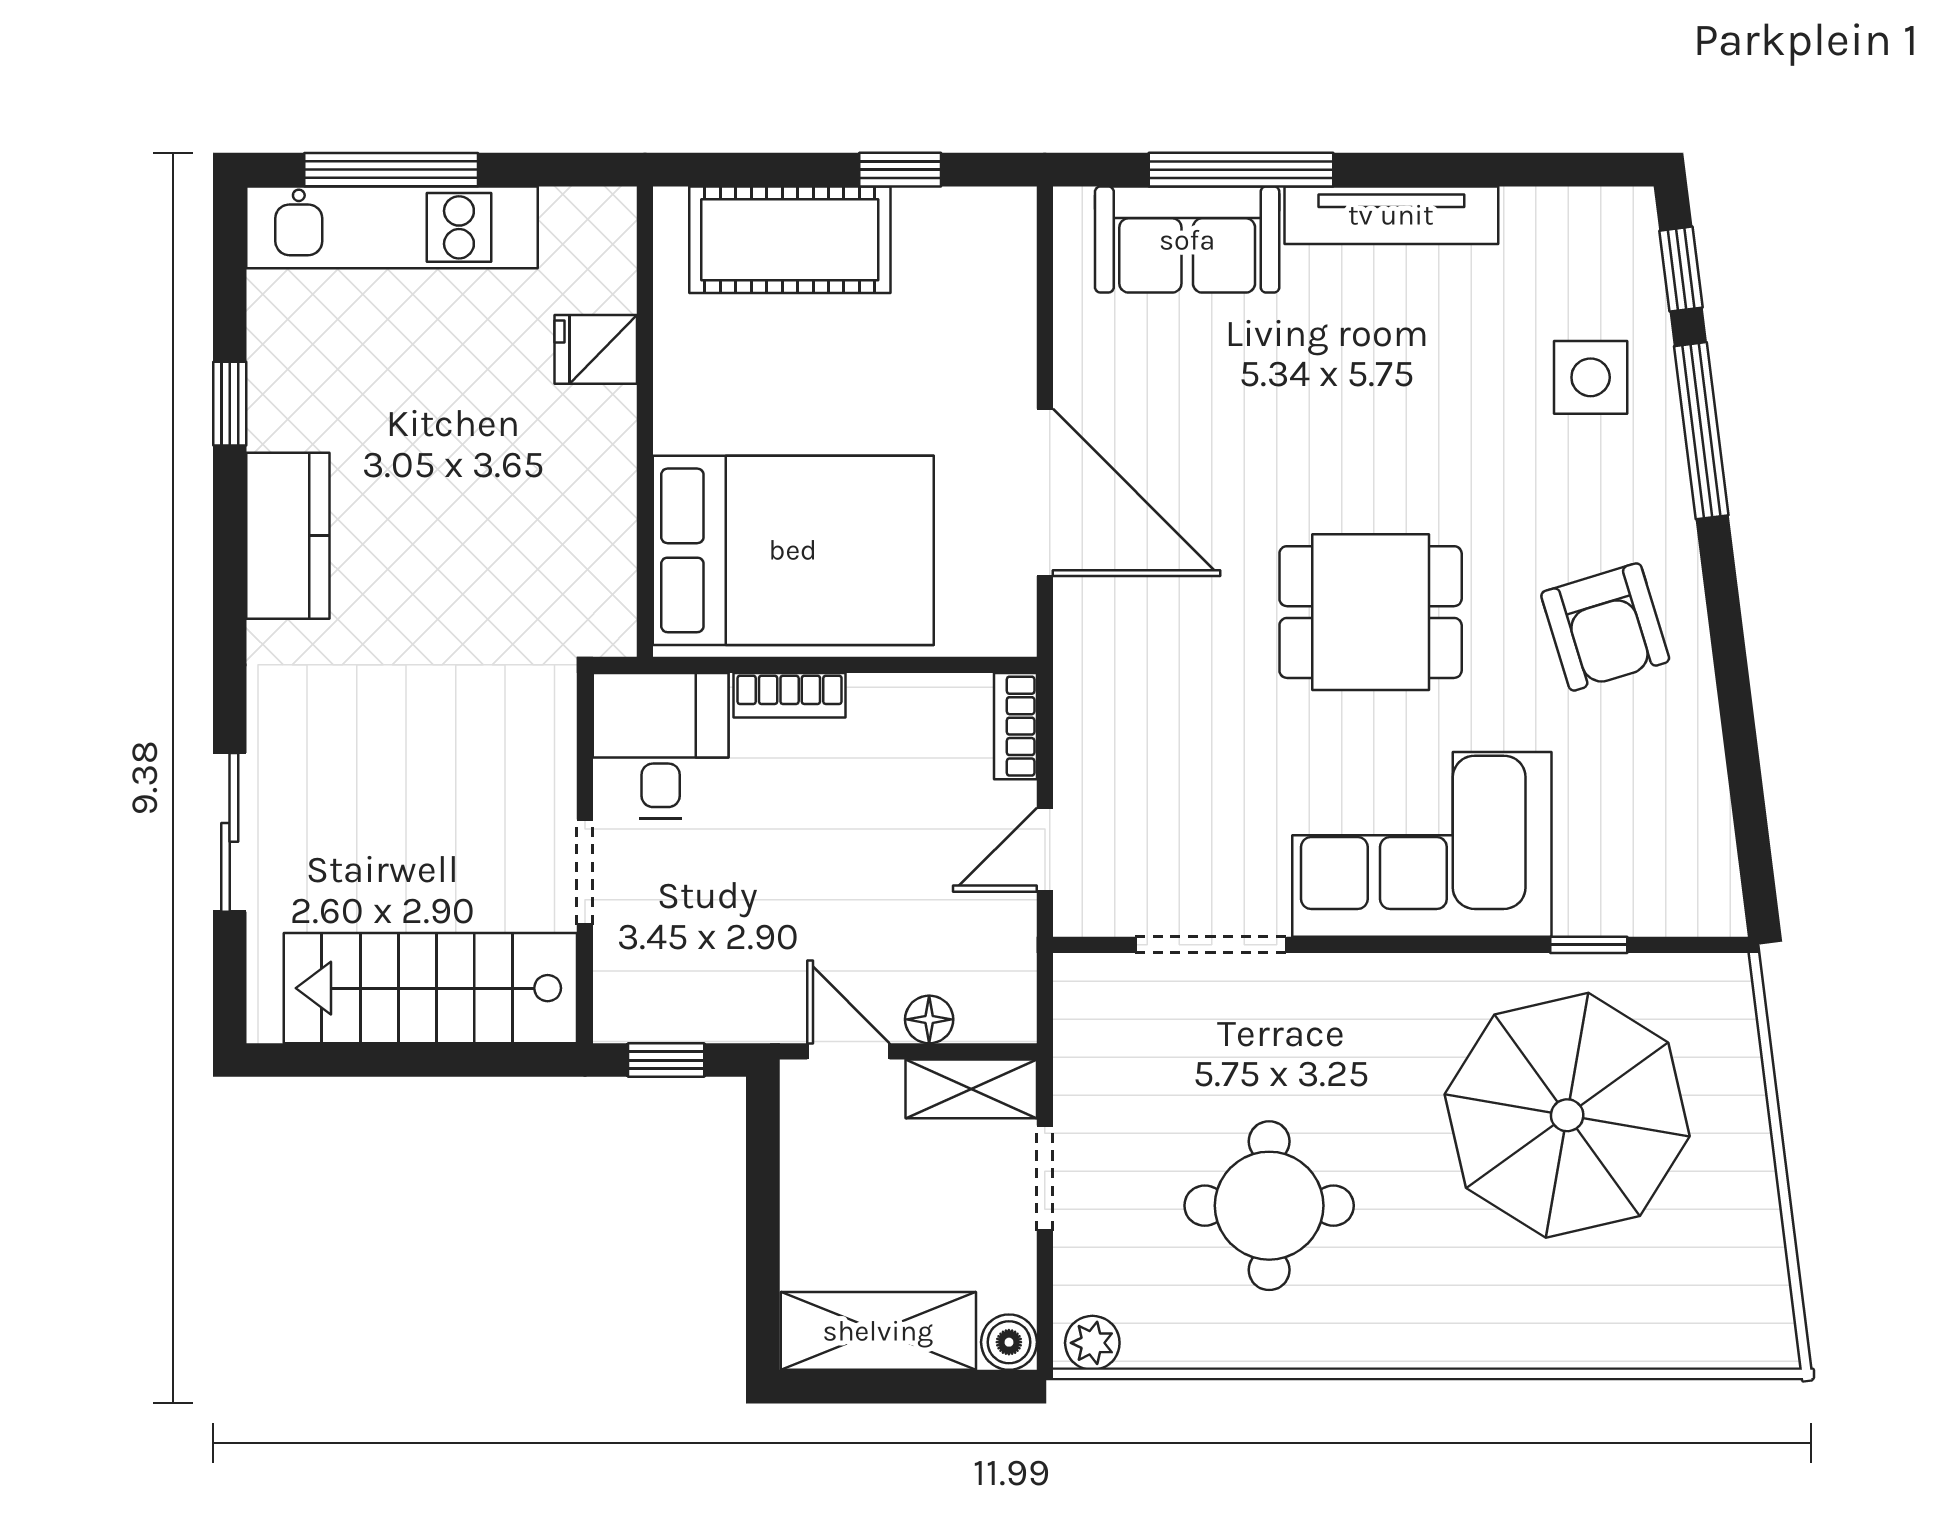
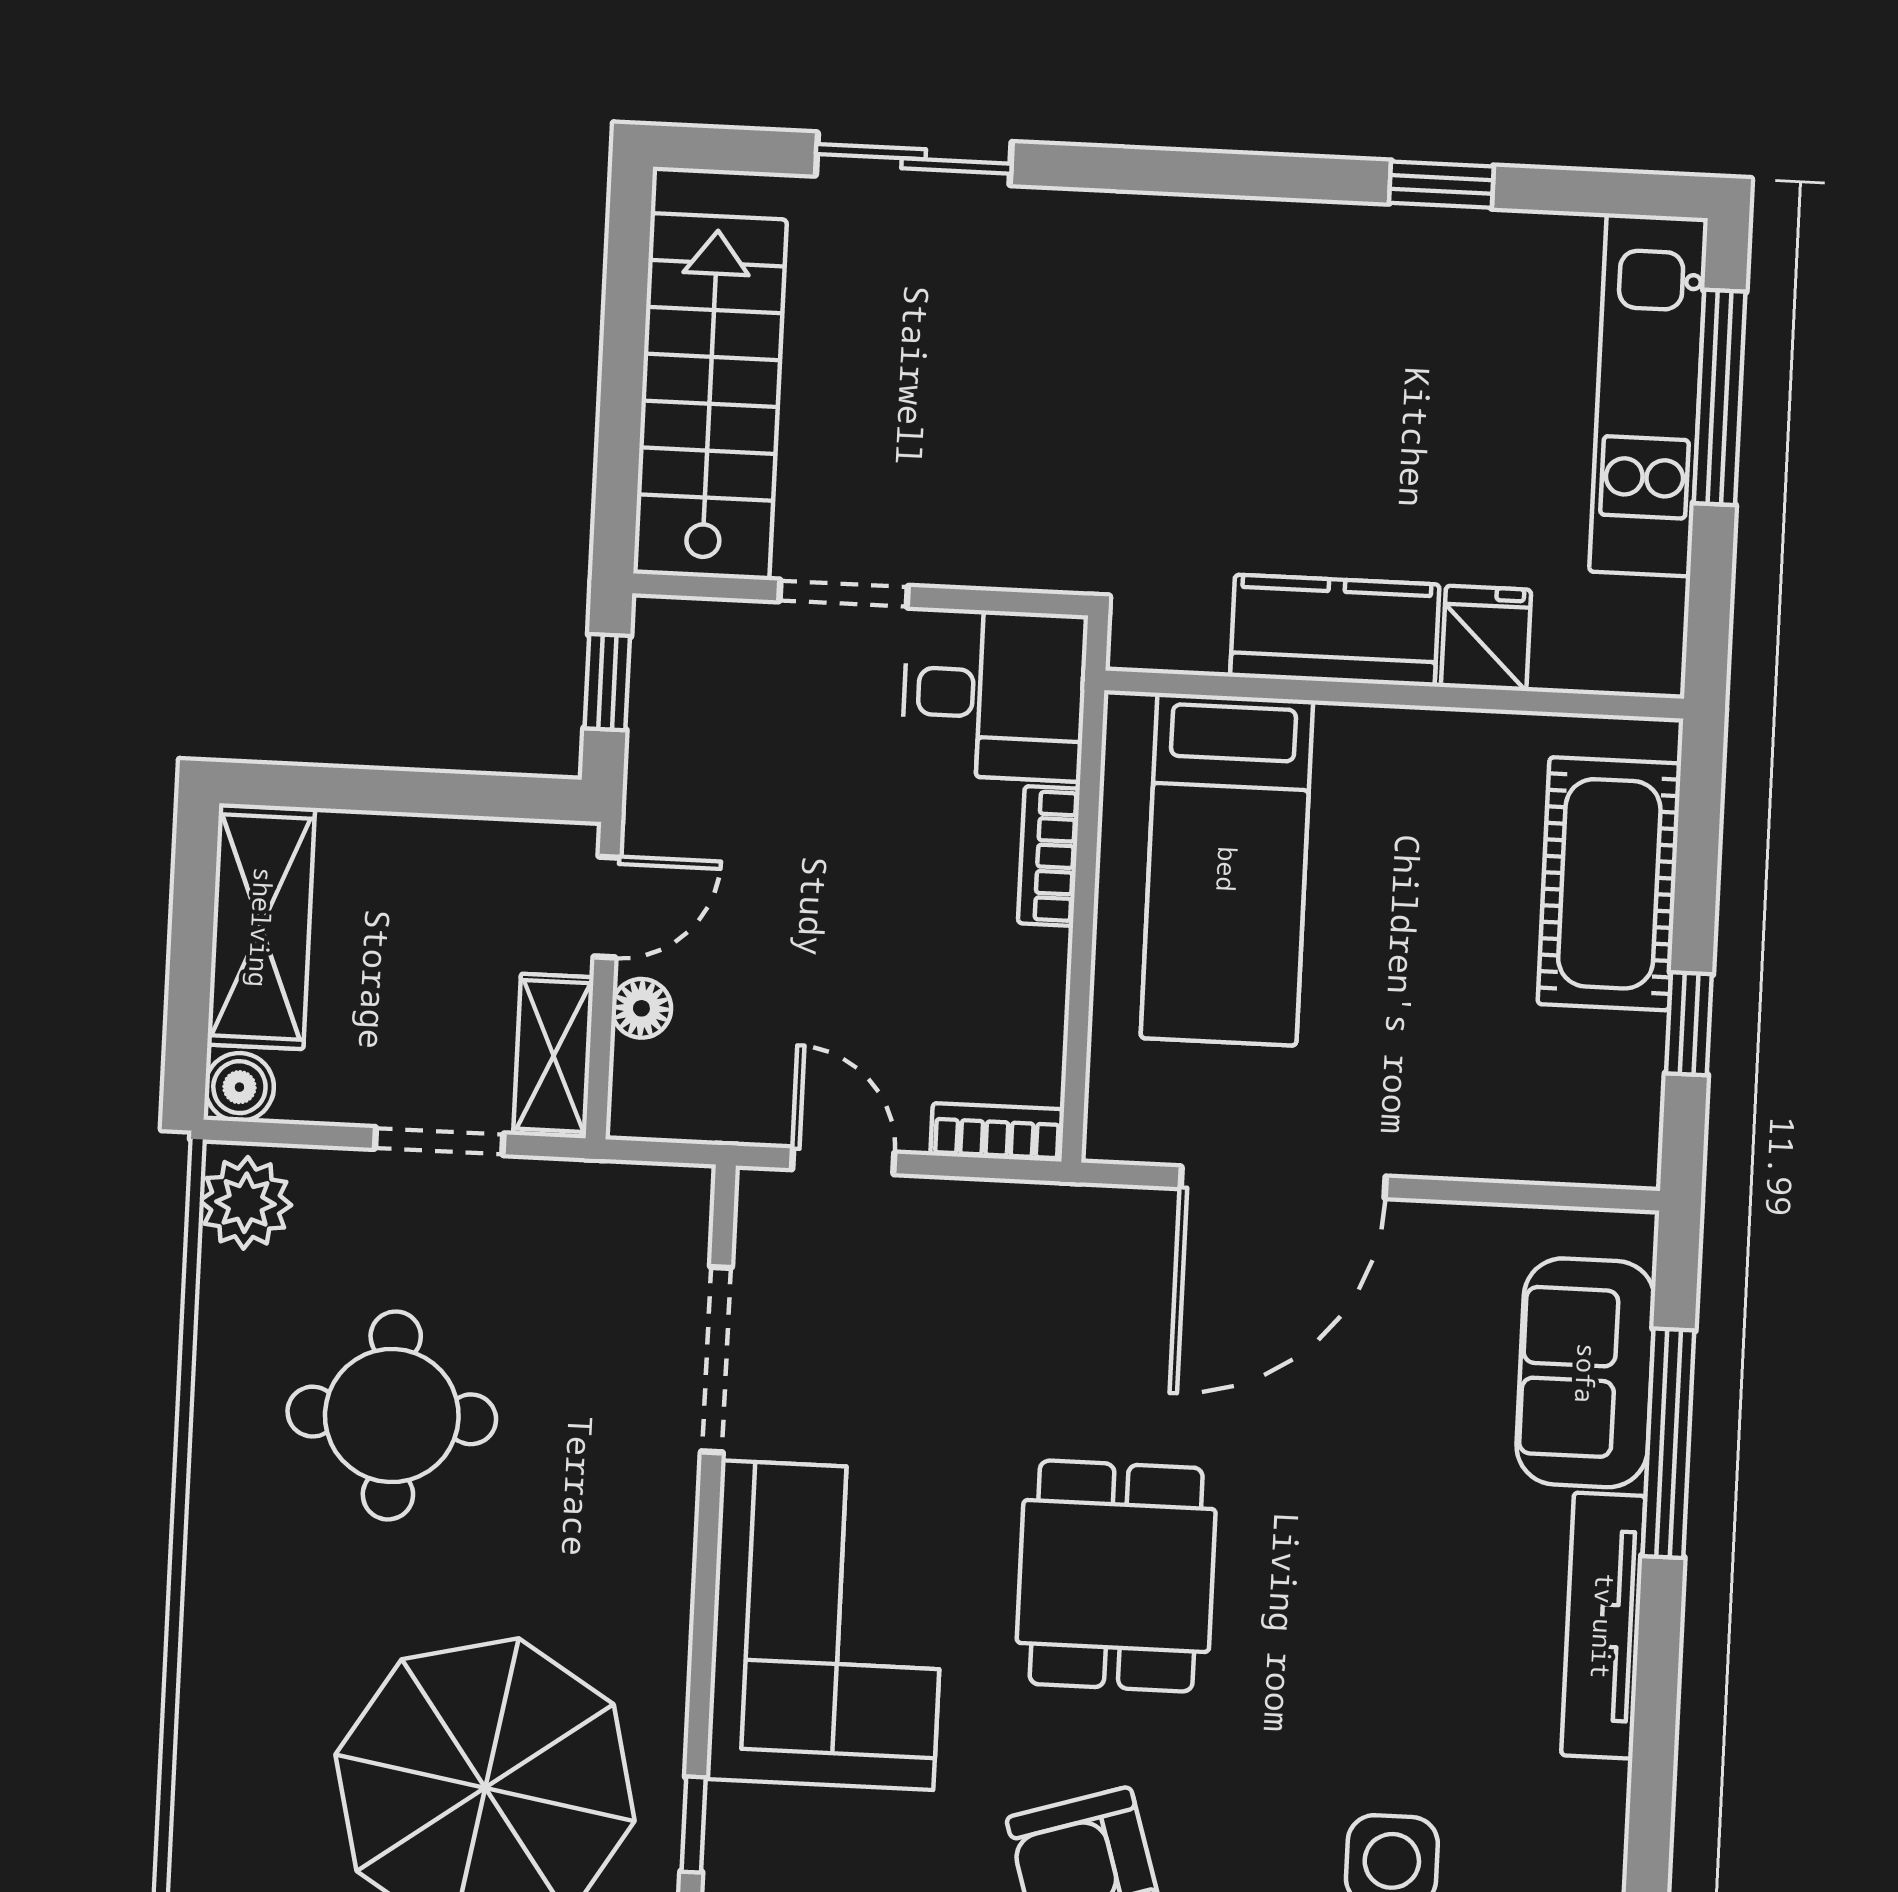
kitchen counter: (288, 536) -> (1335, 631), moved, turned 180
bed: (793, 550) -> (1227, 869), width x0.67
plant: (1092, 1343) -> (246, 1203), width x1.38, depth x1.38

